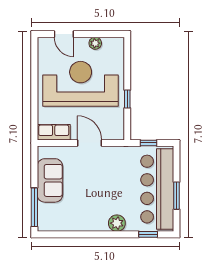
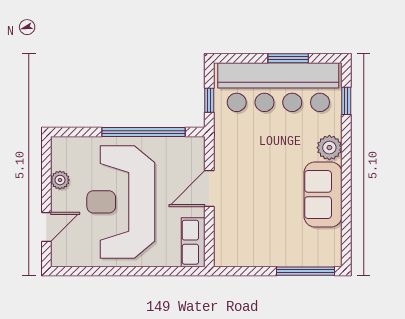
window: (127, 99) -> (144, 132), width x3.17
sofa: (50, 180) -> (323, 194), moved, turned -90

